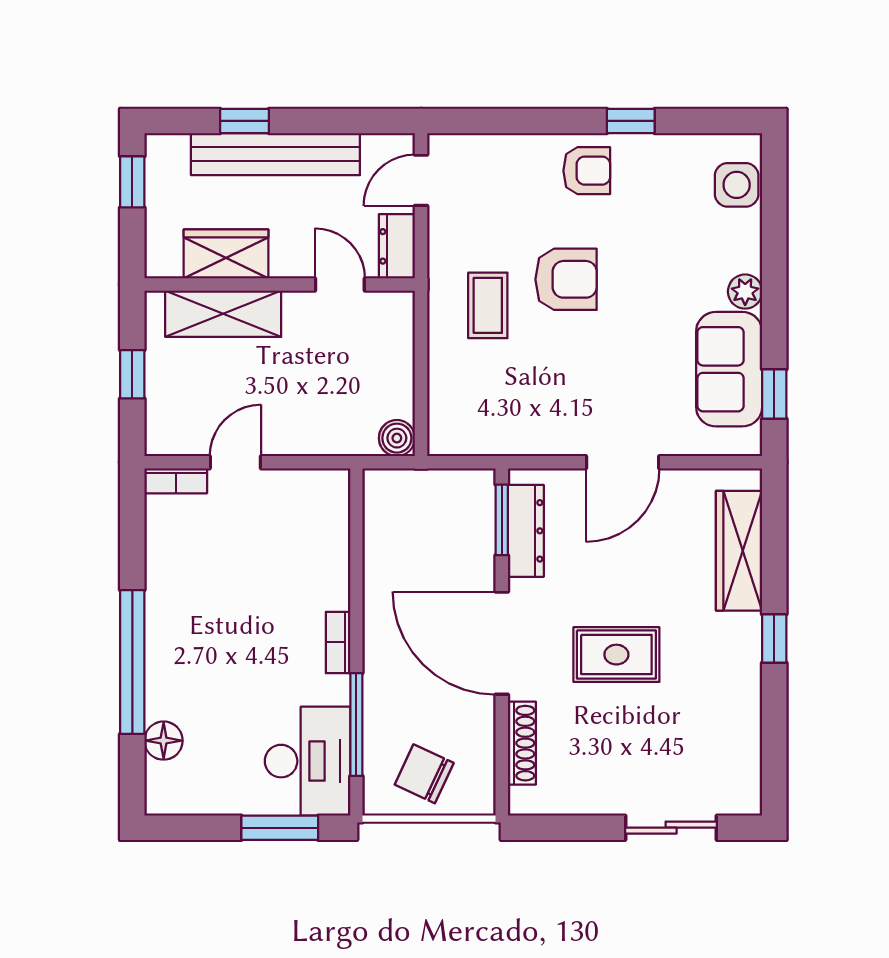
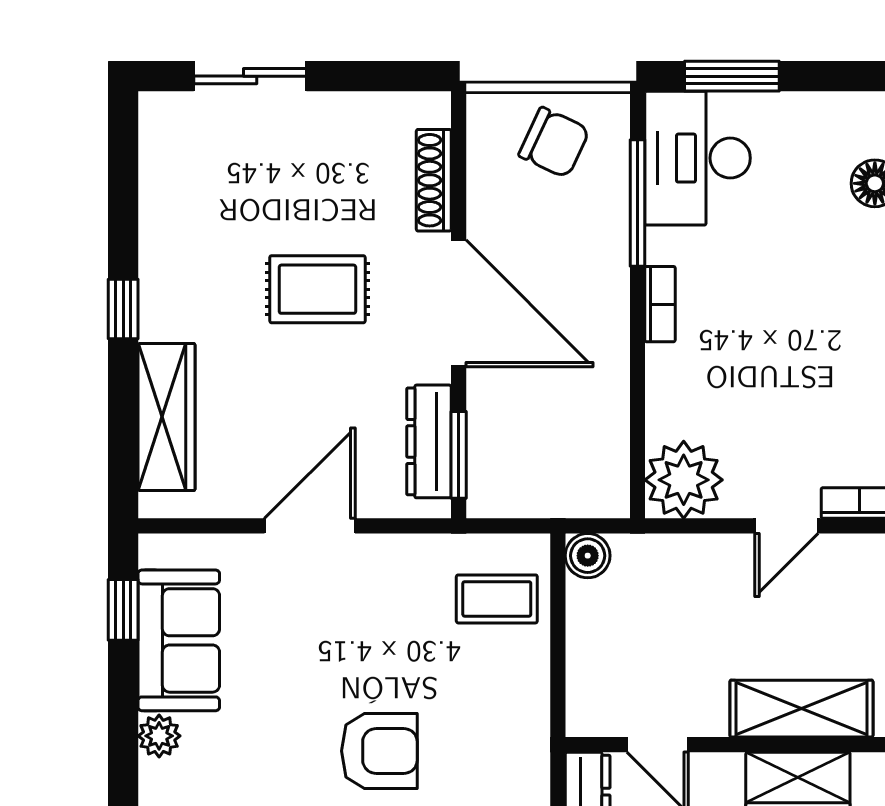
armchair: (566, 279) -> (379, 751), turned 180
coffee table: (488, 305) -> (497, 599), moved, turned 90
plant: (319, 500) -> (684, 480), added

